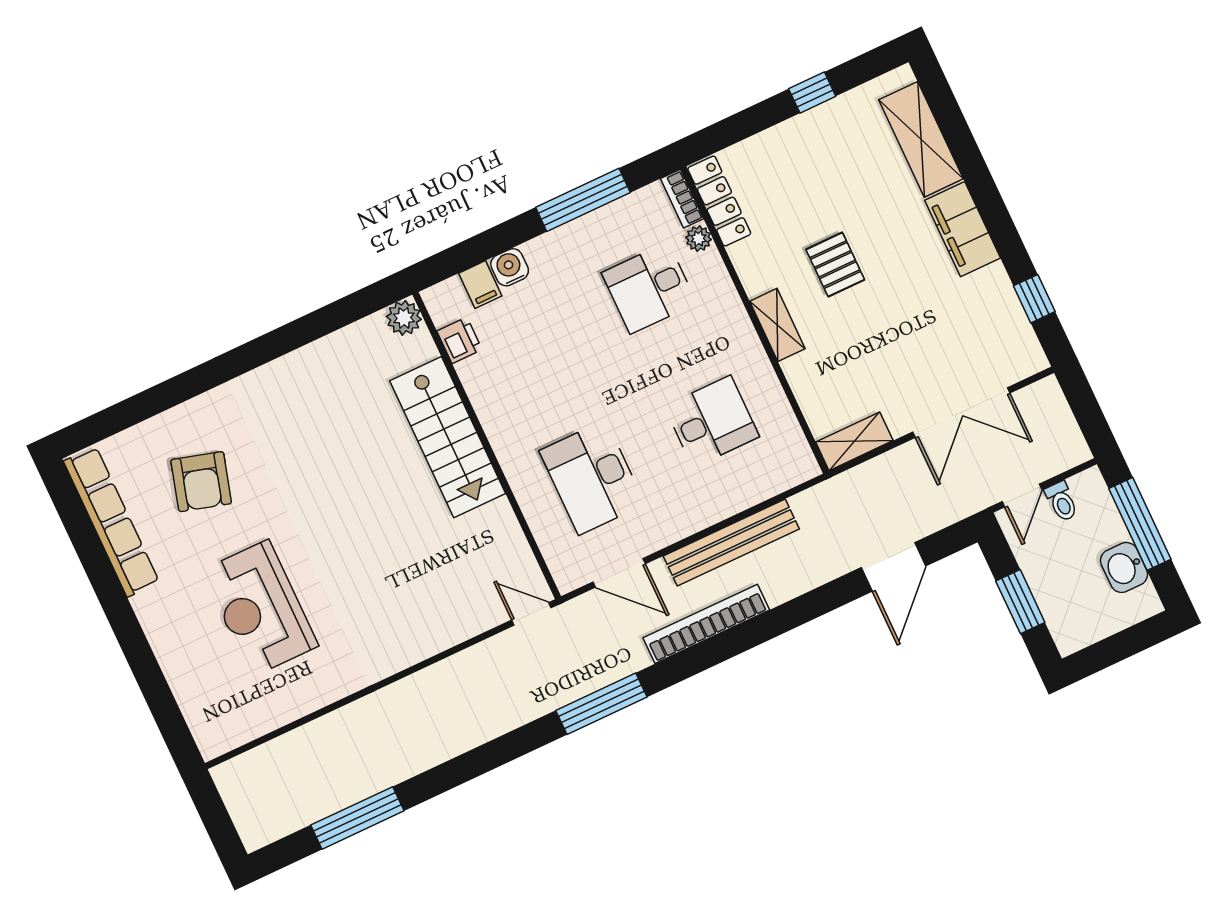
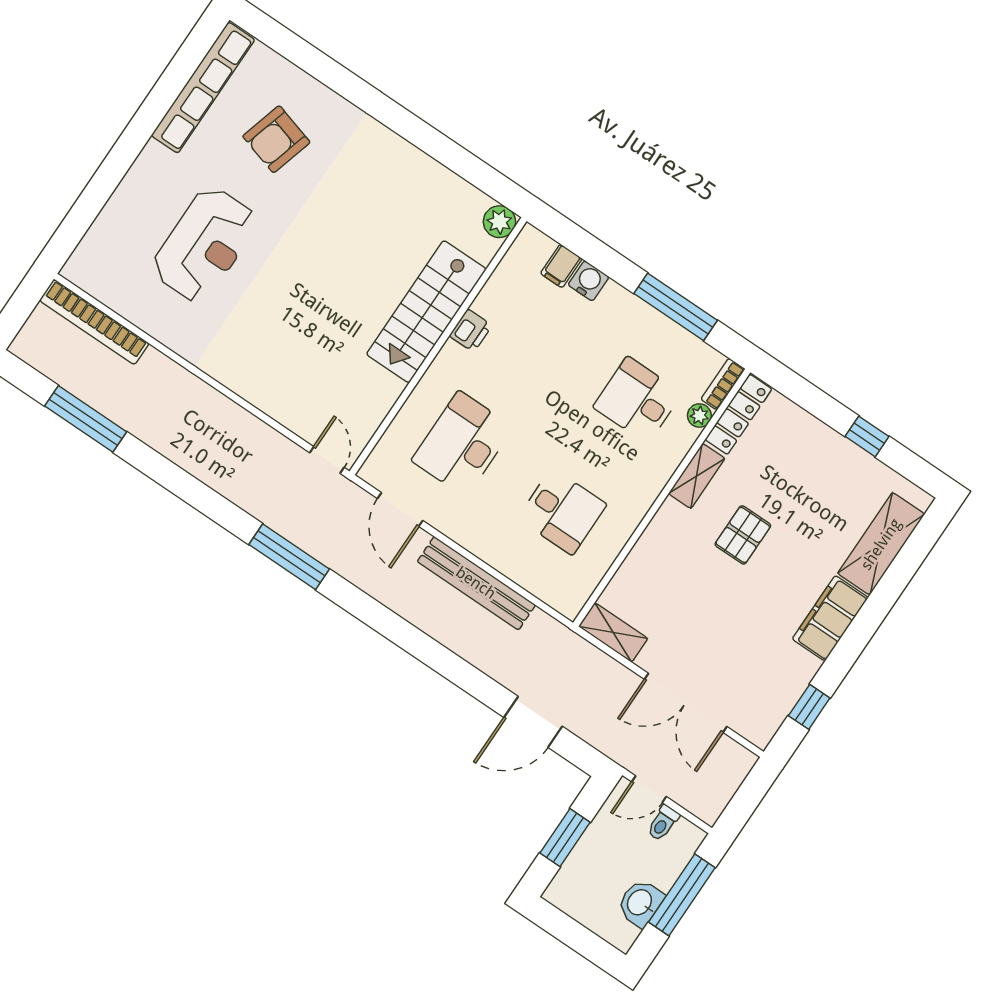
shelving: (777, 325) -> (697, 476), moved
printer: (459, 340) -> (471, 331), moved
reception desk: (260, 608) -> (205, 245), turned 180
bookcase: (706, 624) -> (94, 322), moved, turned 180

